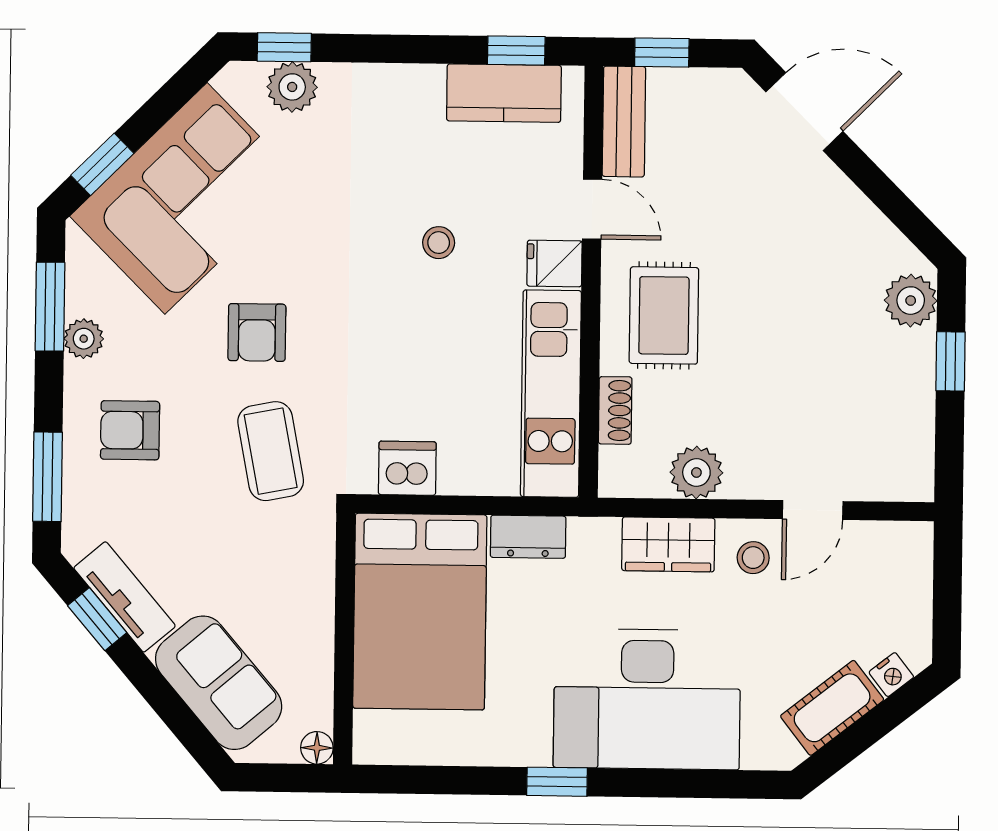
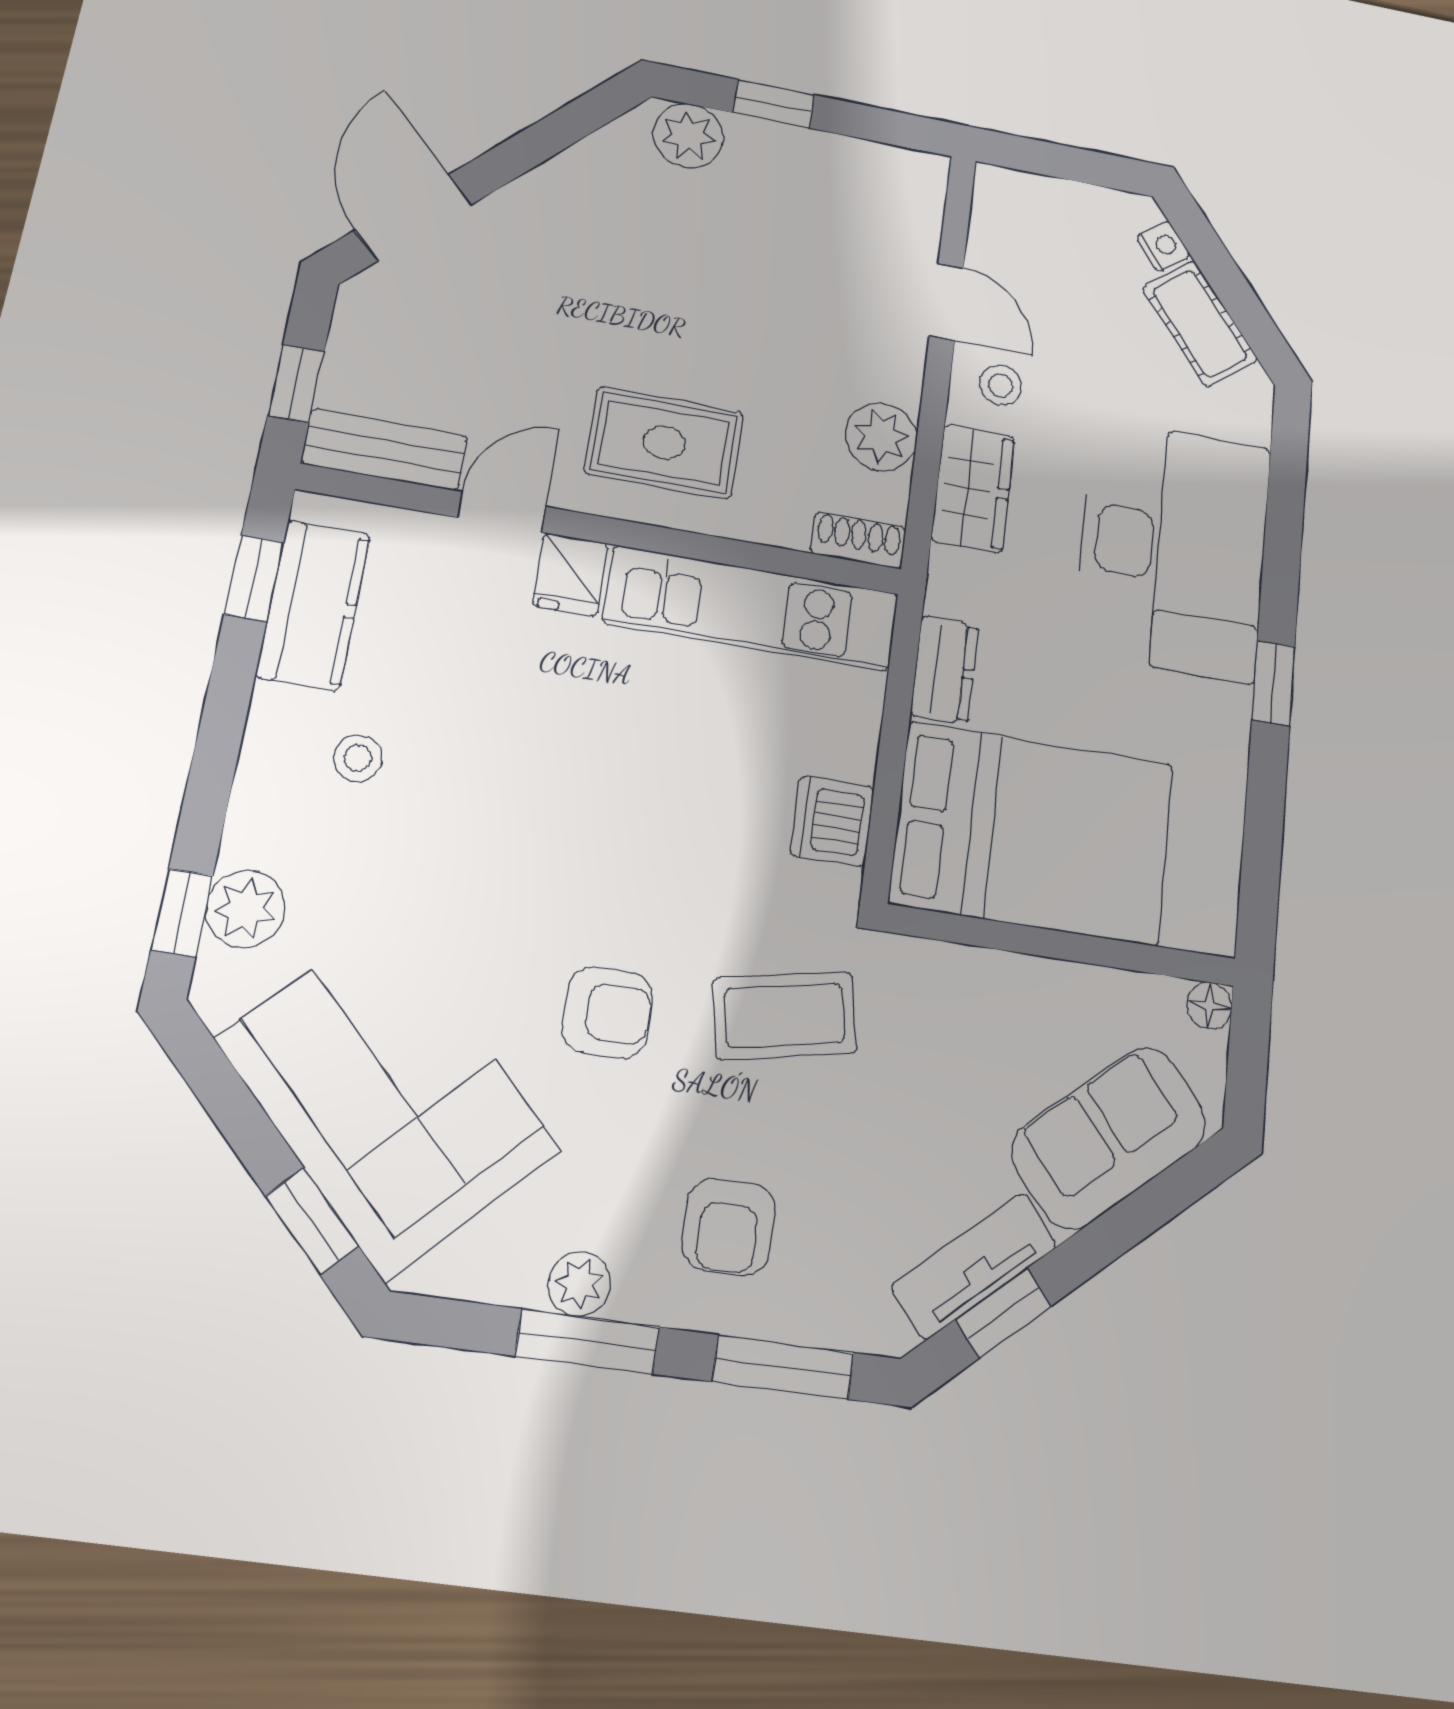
stool: (439, 243) -> (358, 758), moved
window: (50, 307) -> (588, 1342), moved
shoe rack: (615, 410) -> (858, 540), moved

